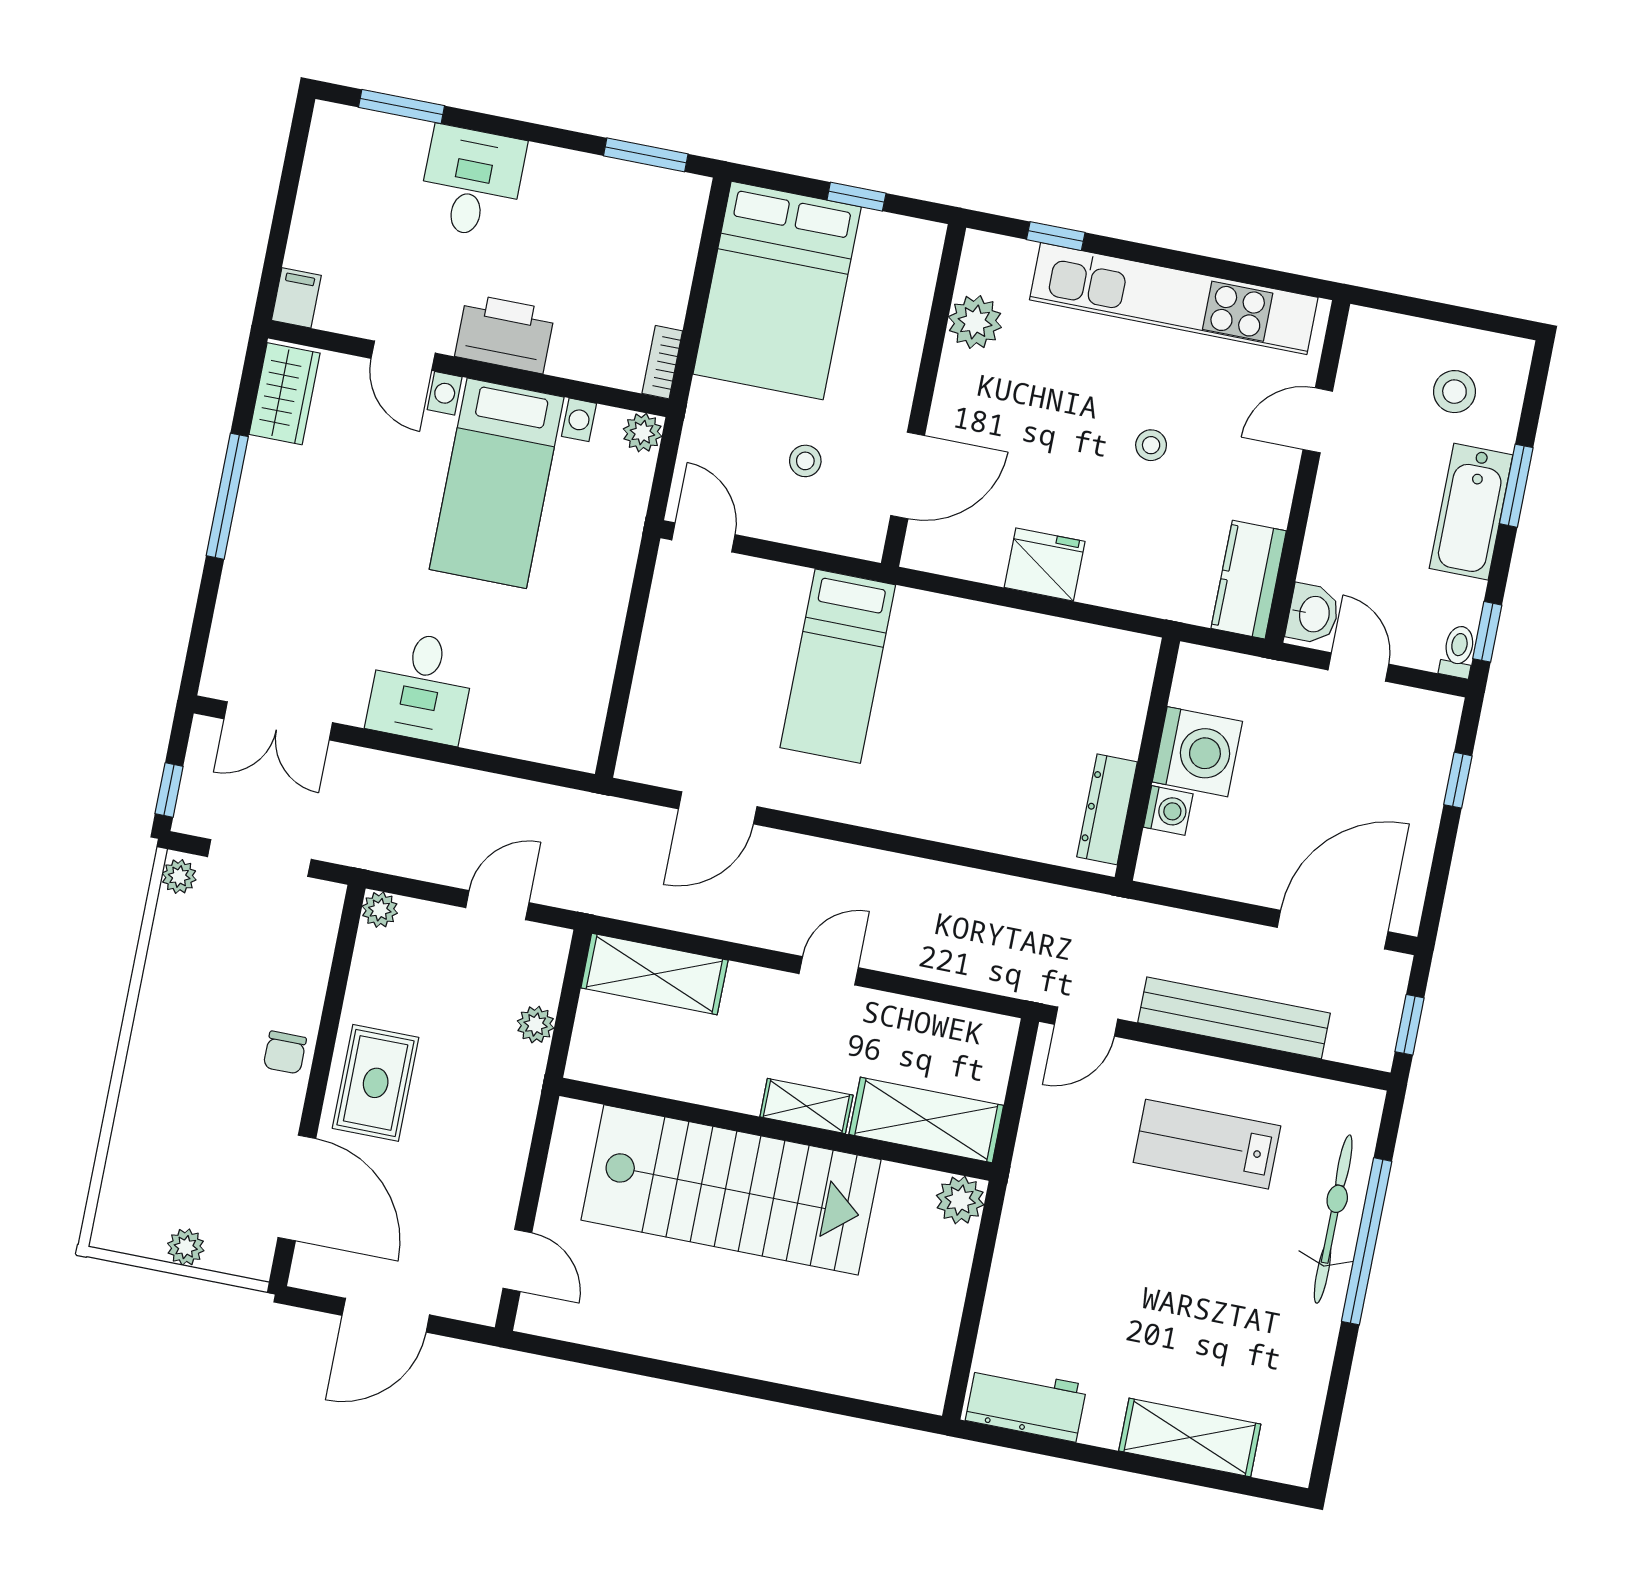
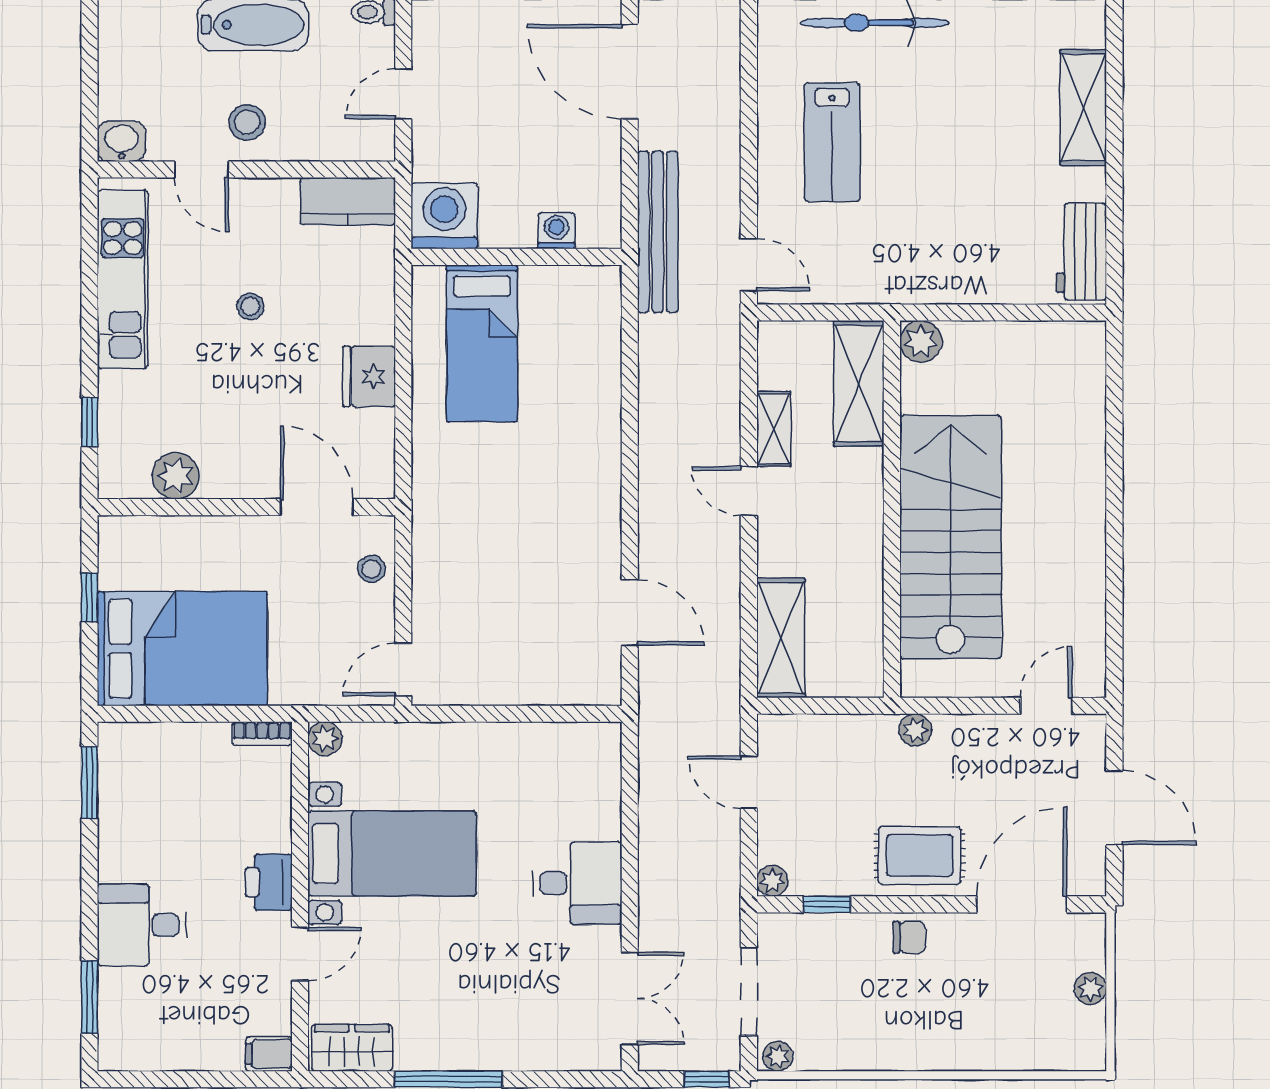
kitchen unit: (1174, 299) -> (123, 279), width x0.73
printer: (505, 333) -> (269, 882), width x0.73, depth x0.84
stool: (1454, 392) -> (247, 122), moved
stool: (805, 461) -> (372, 569), moved
washbasin: (1313, 614) -> (122, 141), moved
bed: (838, 666) -> (482, 343), moved, turned 90
washing machine: (1197, 752) -> (444, 216), moved
dresser: (1107, 809) -> (566, 283), removed
window: (341, 966) -> (827, 904), added
bench: (1234, 1018) -> (658, 232), moved
plant: (536, 1025) -> (915, 730), moved
shelving: (806, 1106) -> (774, 429), moved

